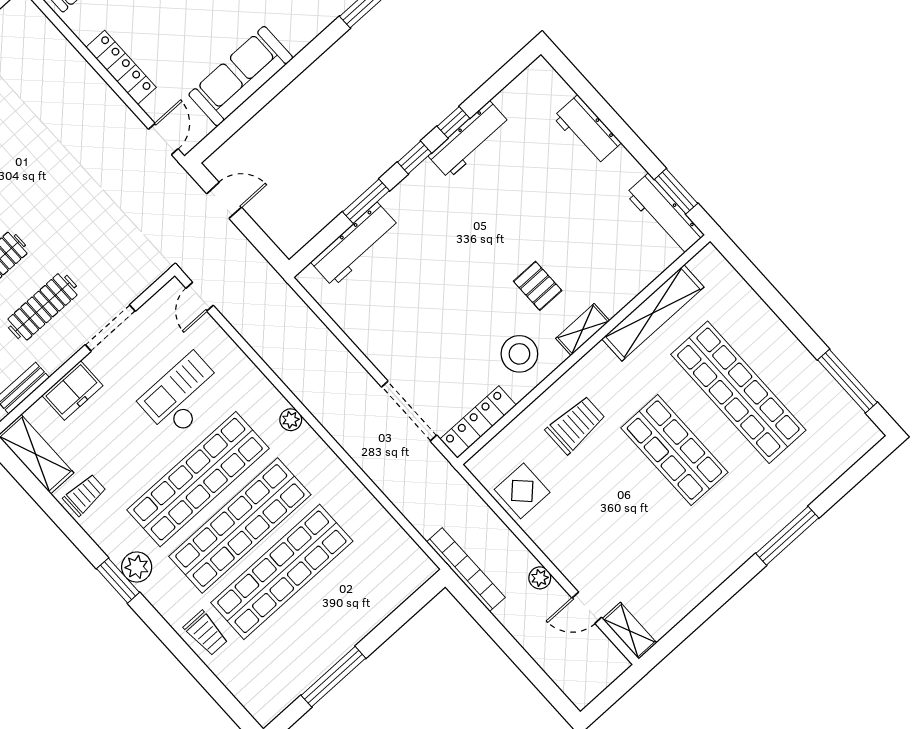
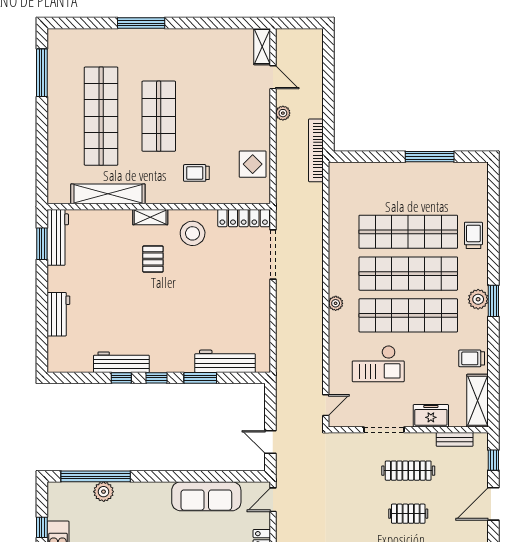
trolley: (576, 425) -> (196, 173), width x0.73, depth x0.72

